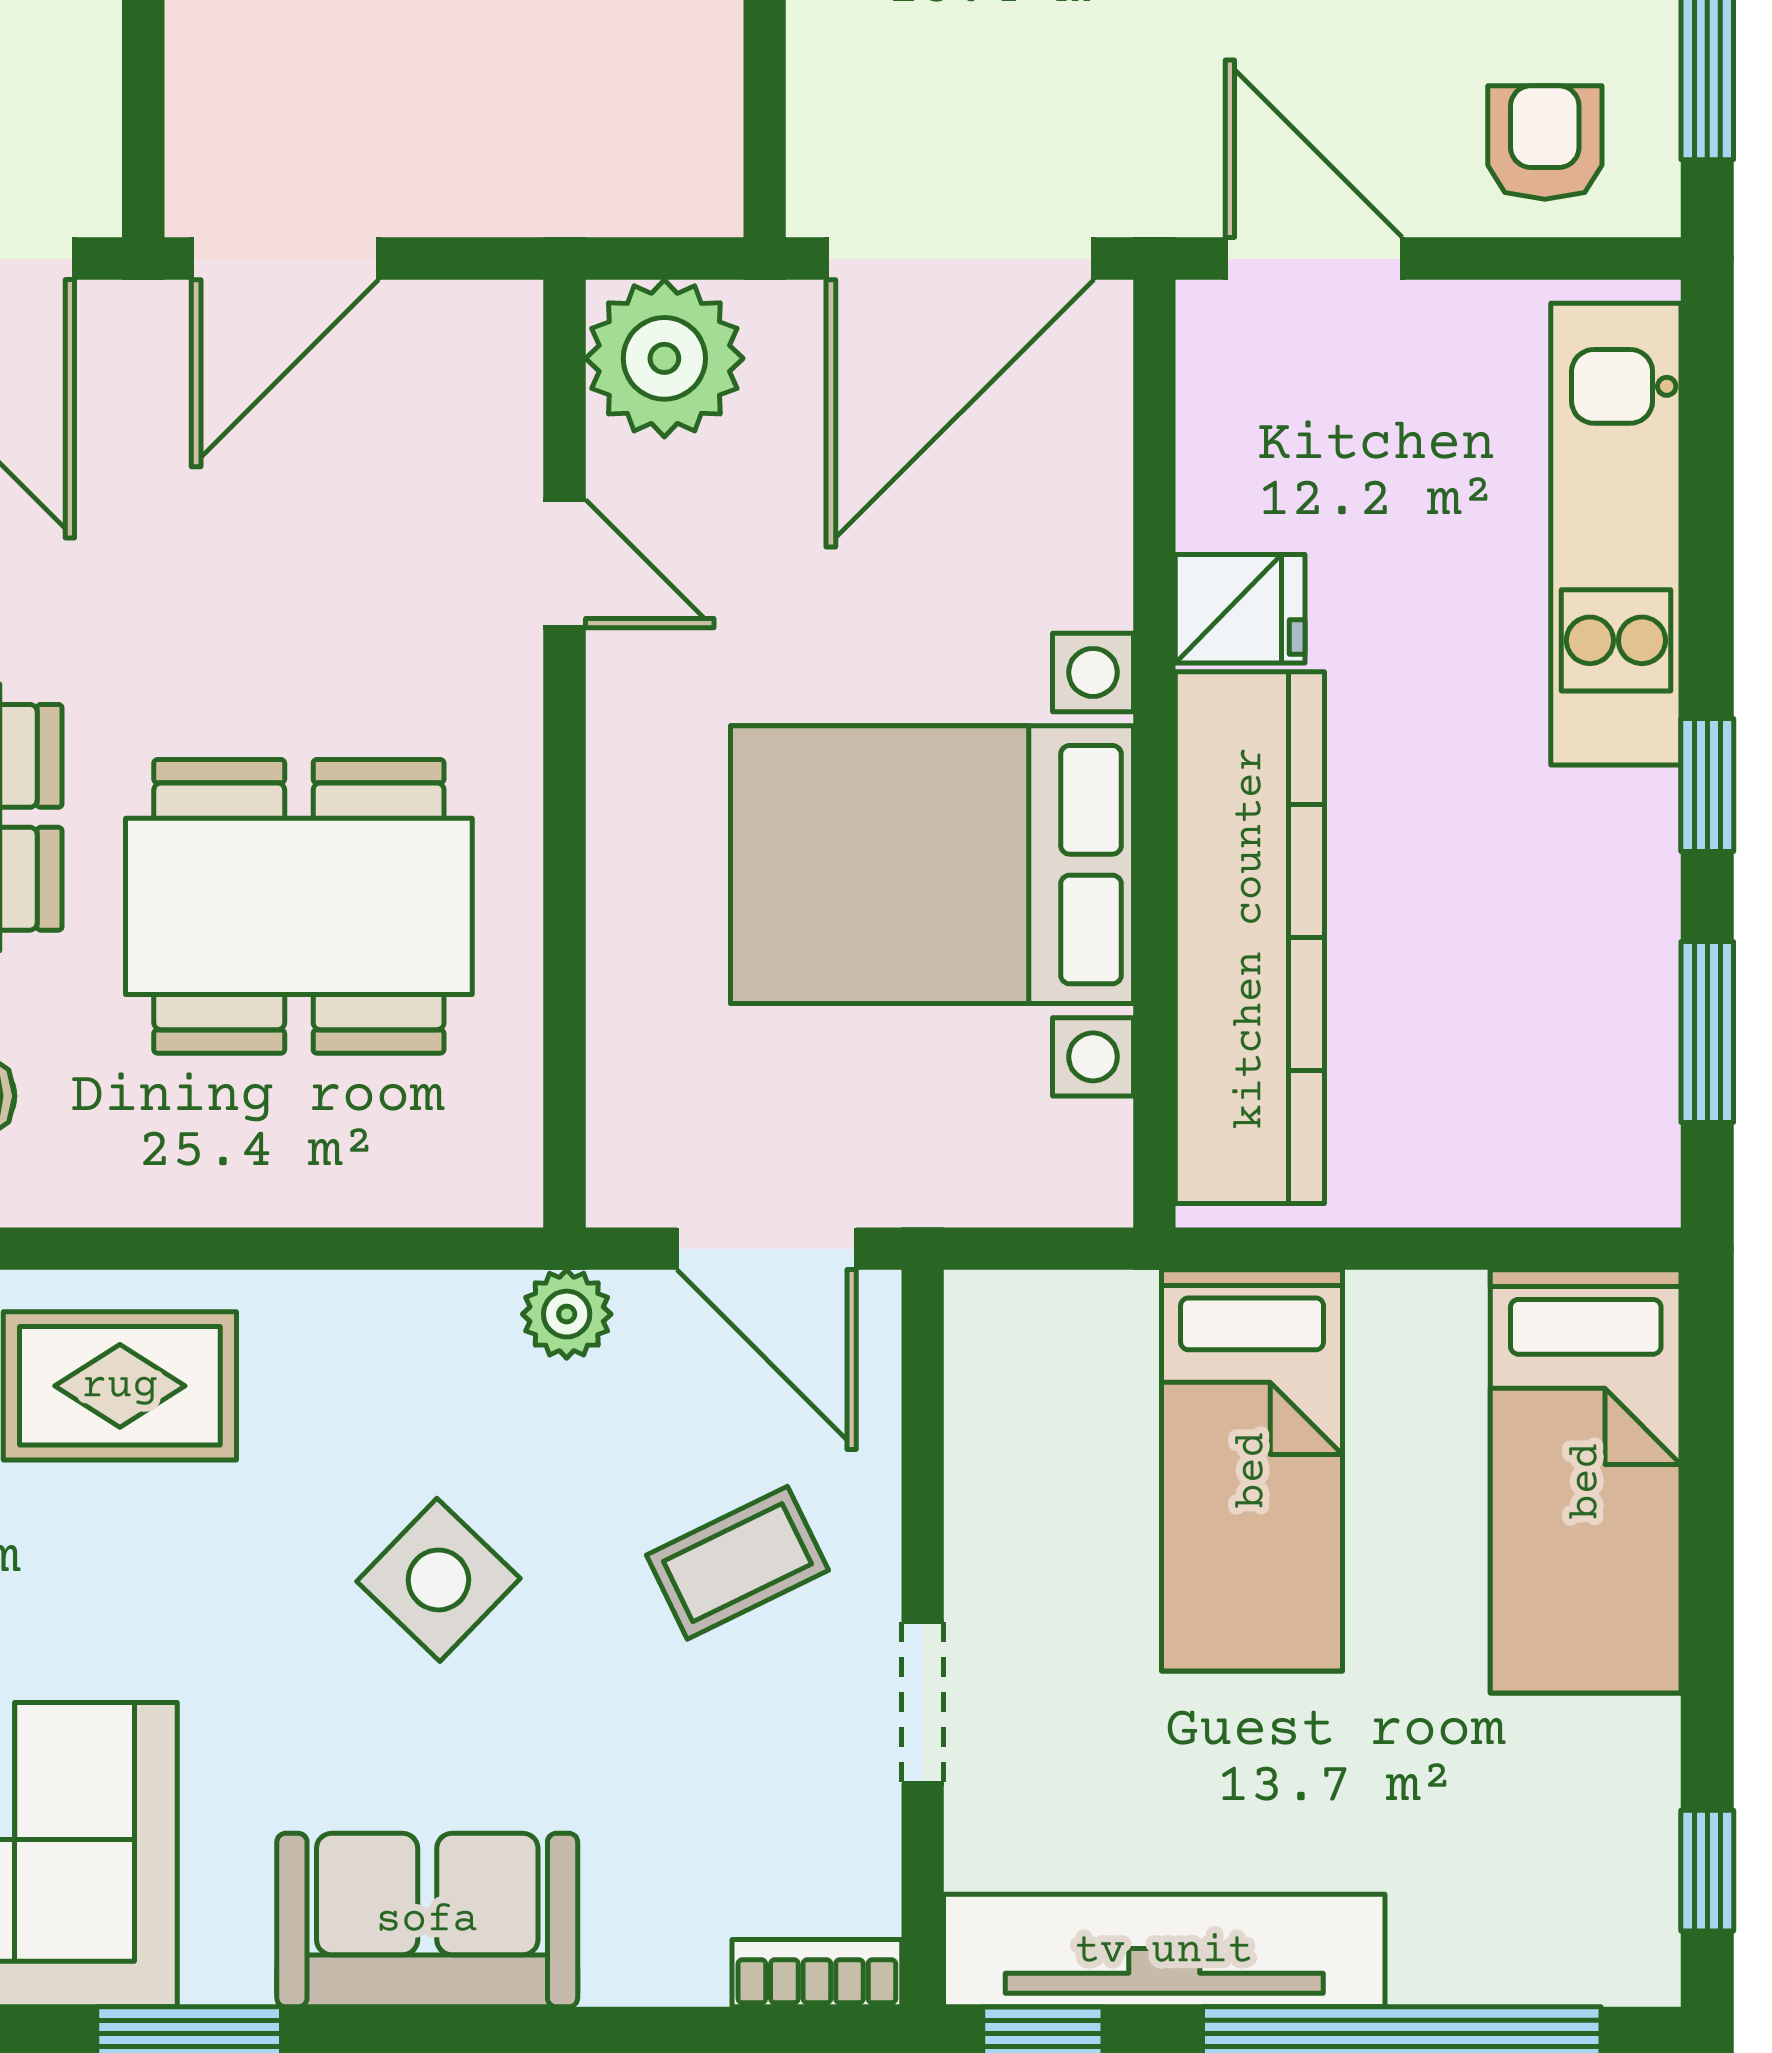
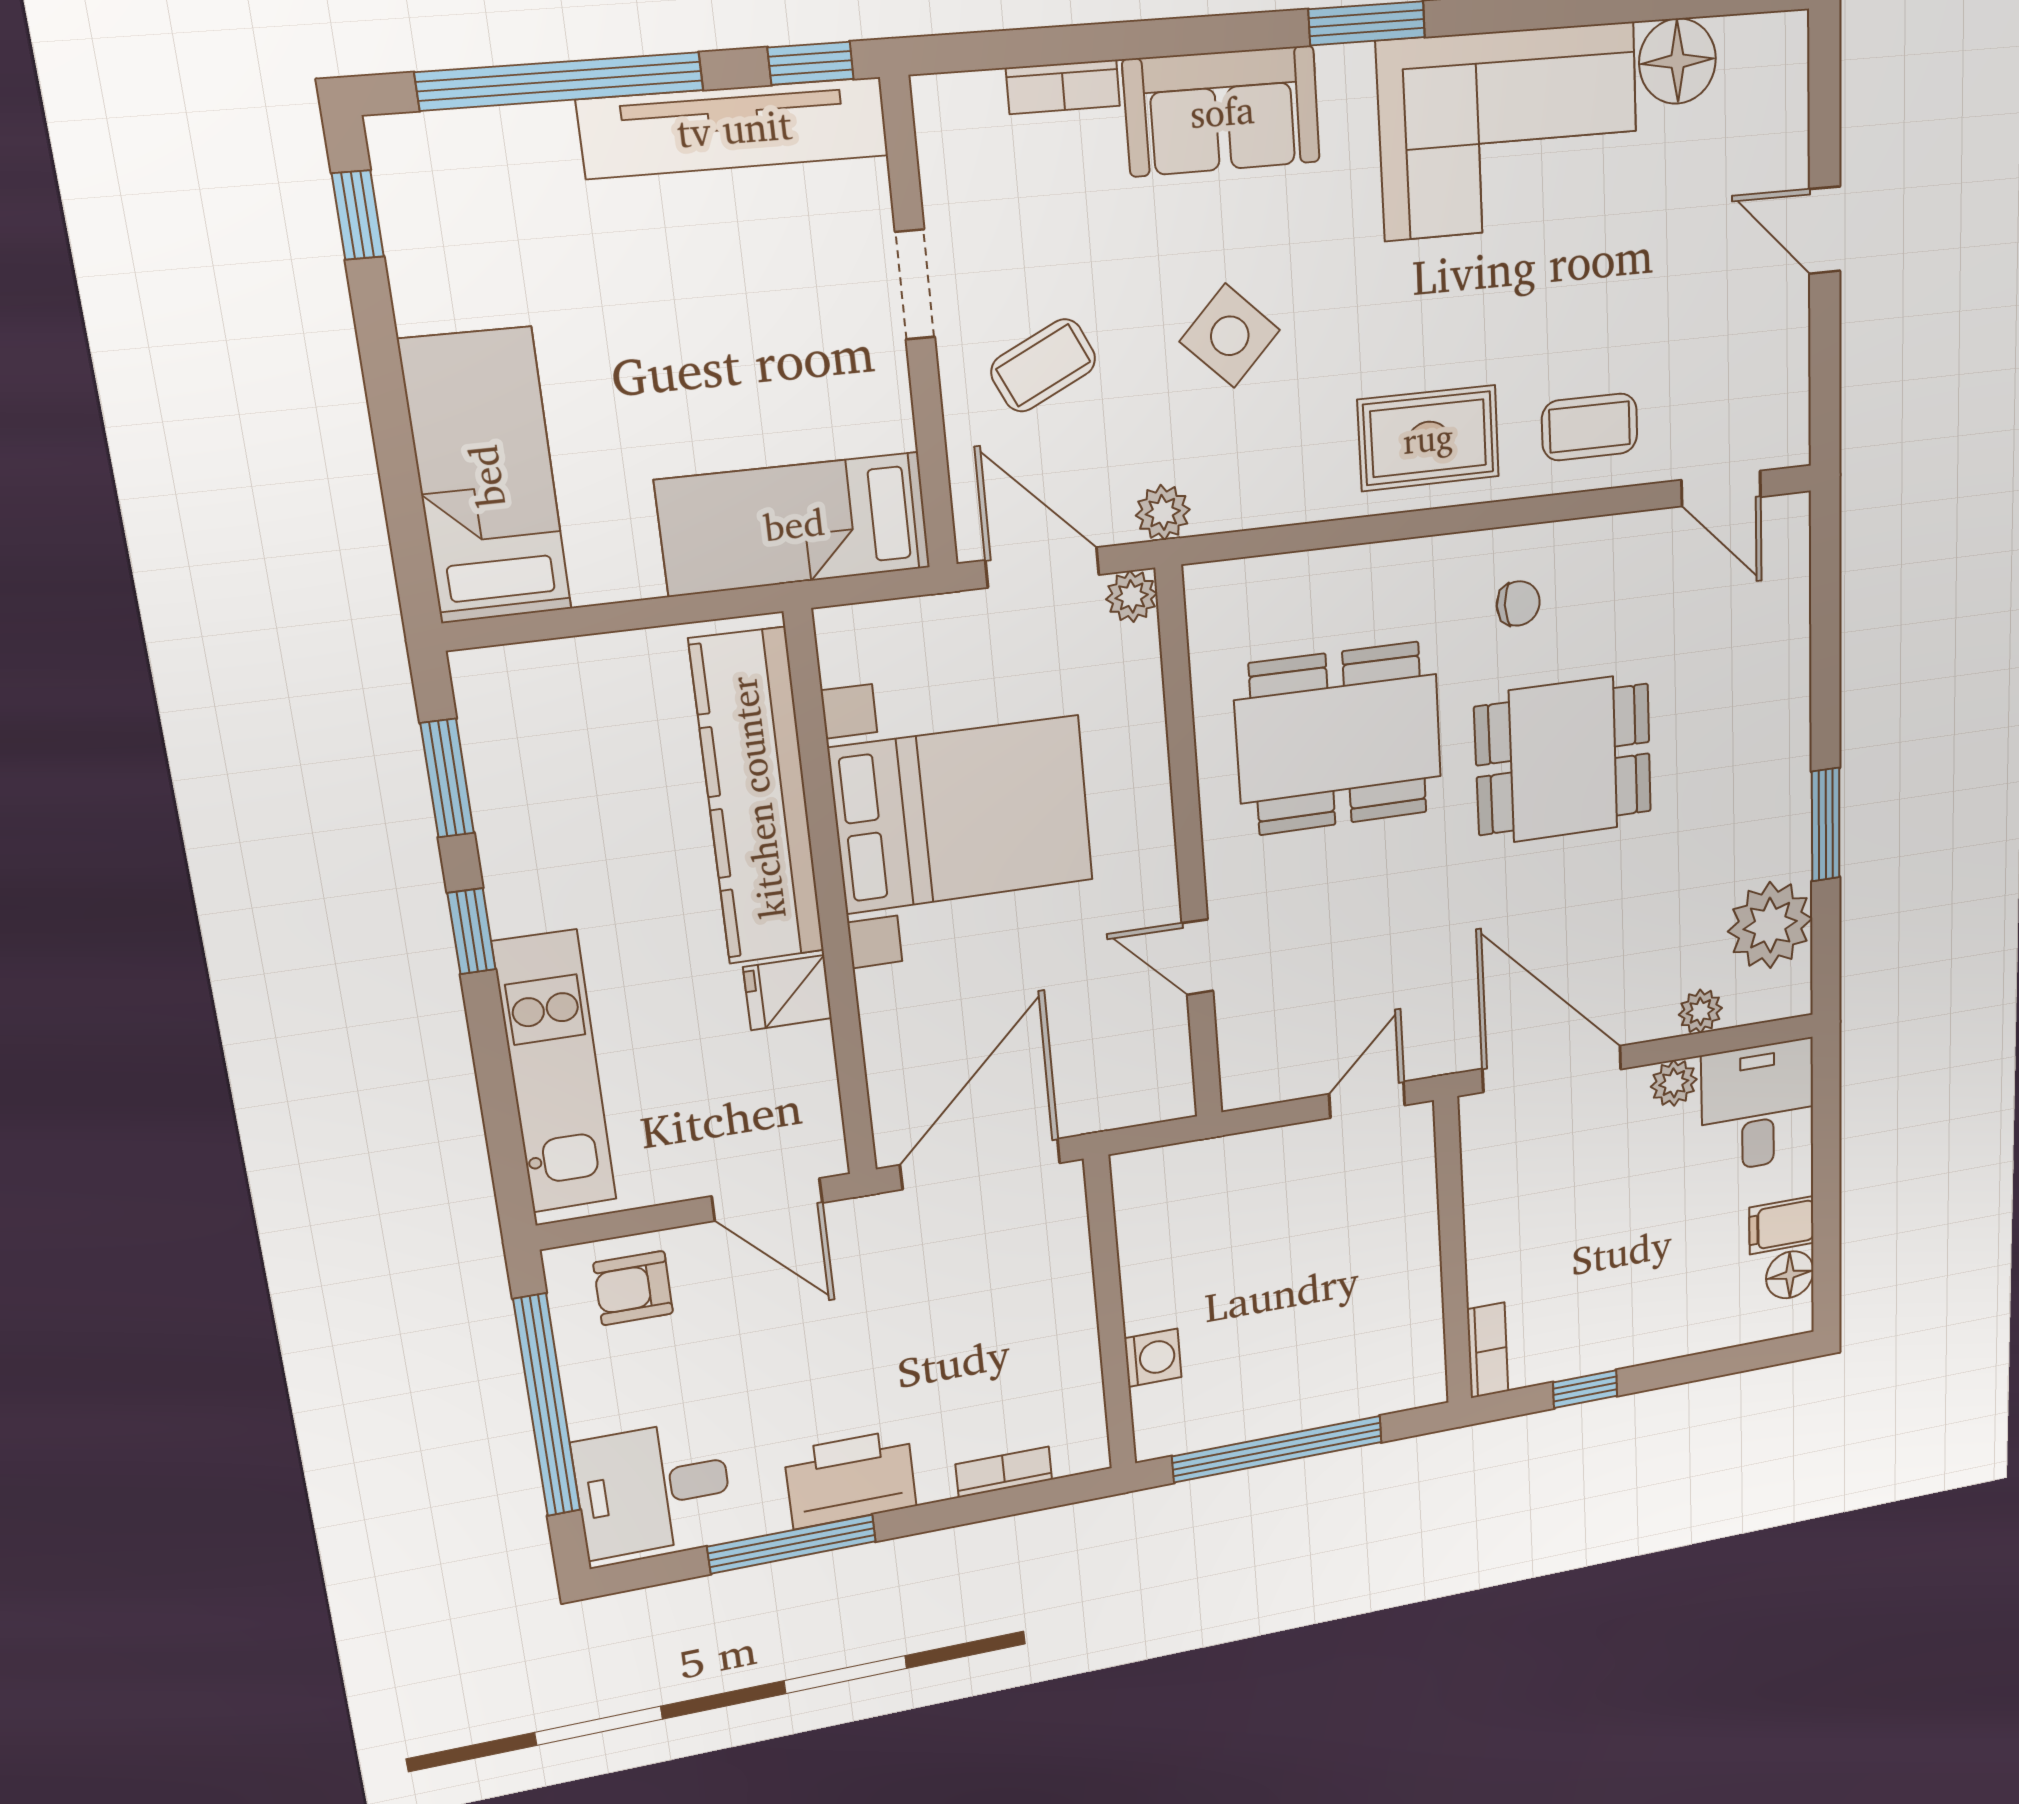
armchair: (1545, 143) -> (633, 1288), turned 90
door: (285, 259) -> (1367, 1100), width x0.73
plant: (664, 358) -> (1132, 596), moved, width x0.53, depth x0.53
bed: (1252, 1470) -> (794, 524), moved, turned -90
bookcase: (817, 1973) -> (1063, 87), moved

